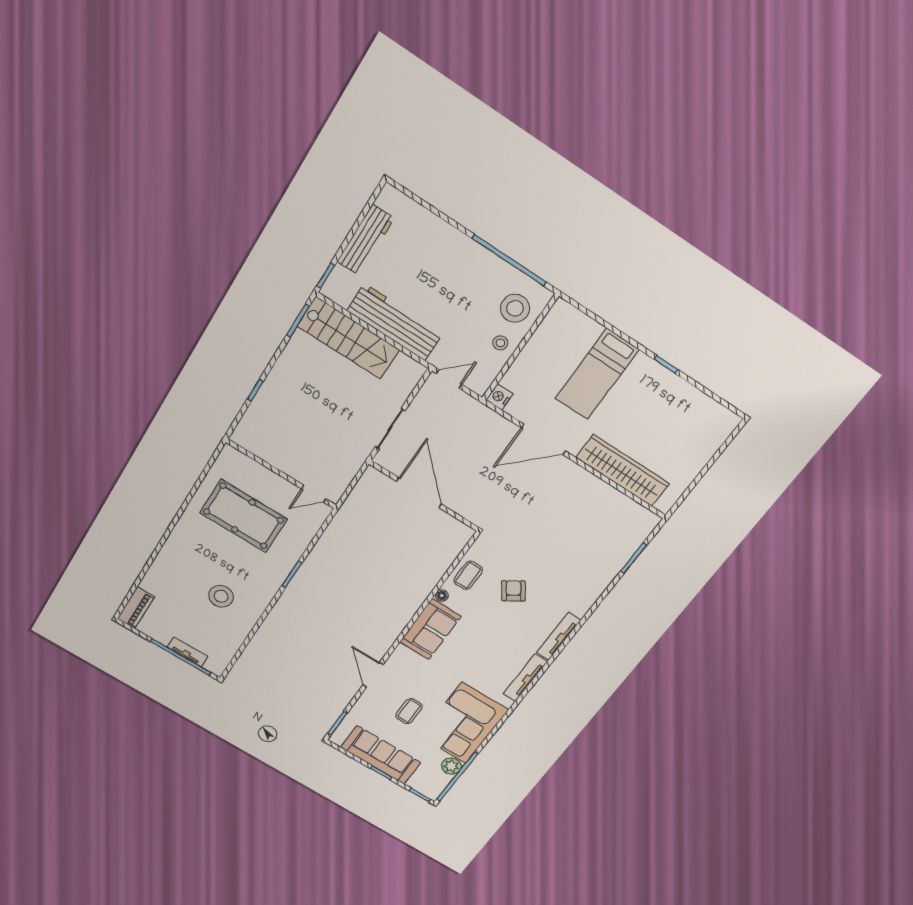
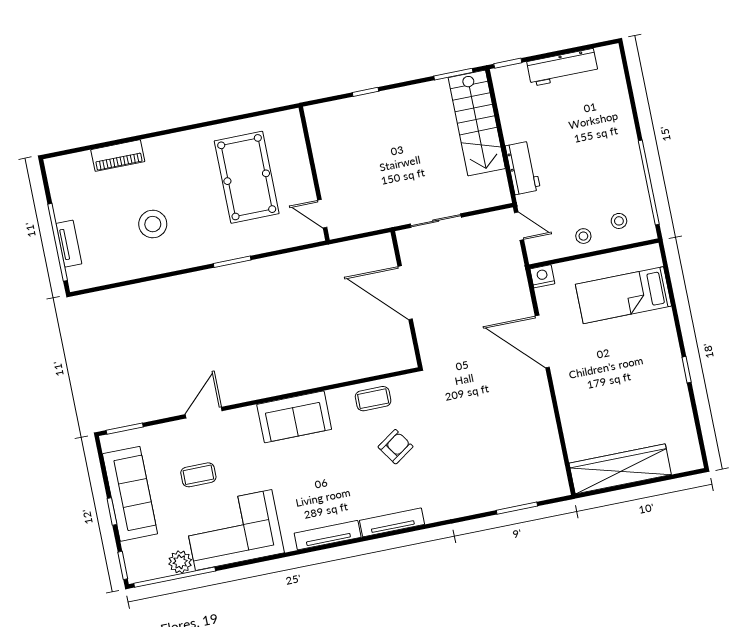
stool: (515, 308) -> (619, 221), width x0.53, depth x0.53
workbench: (395, 322) -> (523, 168), width x0.53, depth x0.76
bed: (597, 374) -> (623, 295), moved
wardrobe: (623, 471) -> (620, 469), moved, turned -90
door: (419, 493) -> (405, 293), swing flipped
floor lamp: (442, 596) -> (334, 396), removed
piano: (136, 608) -> (118, 156), moved

